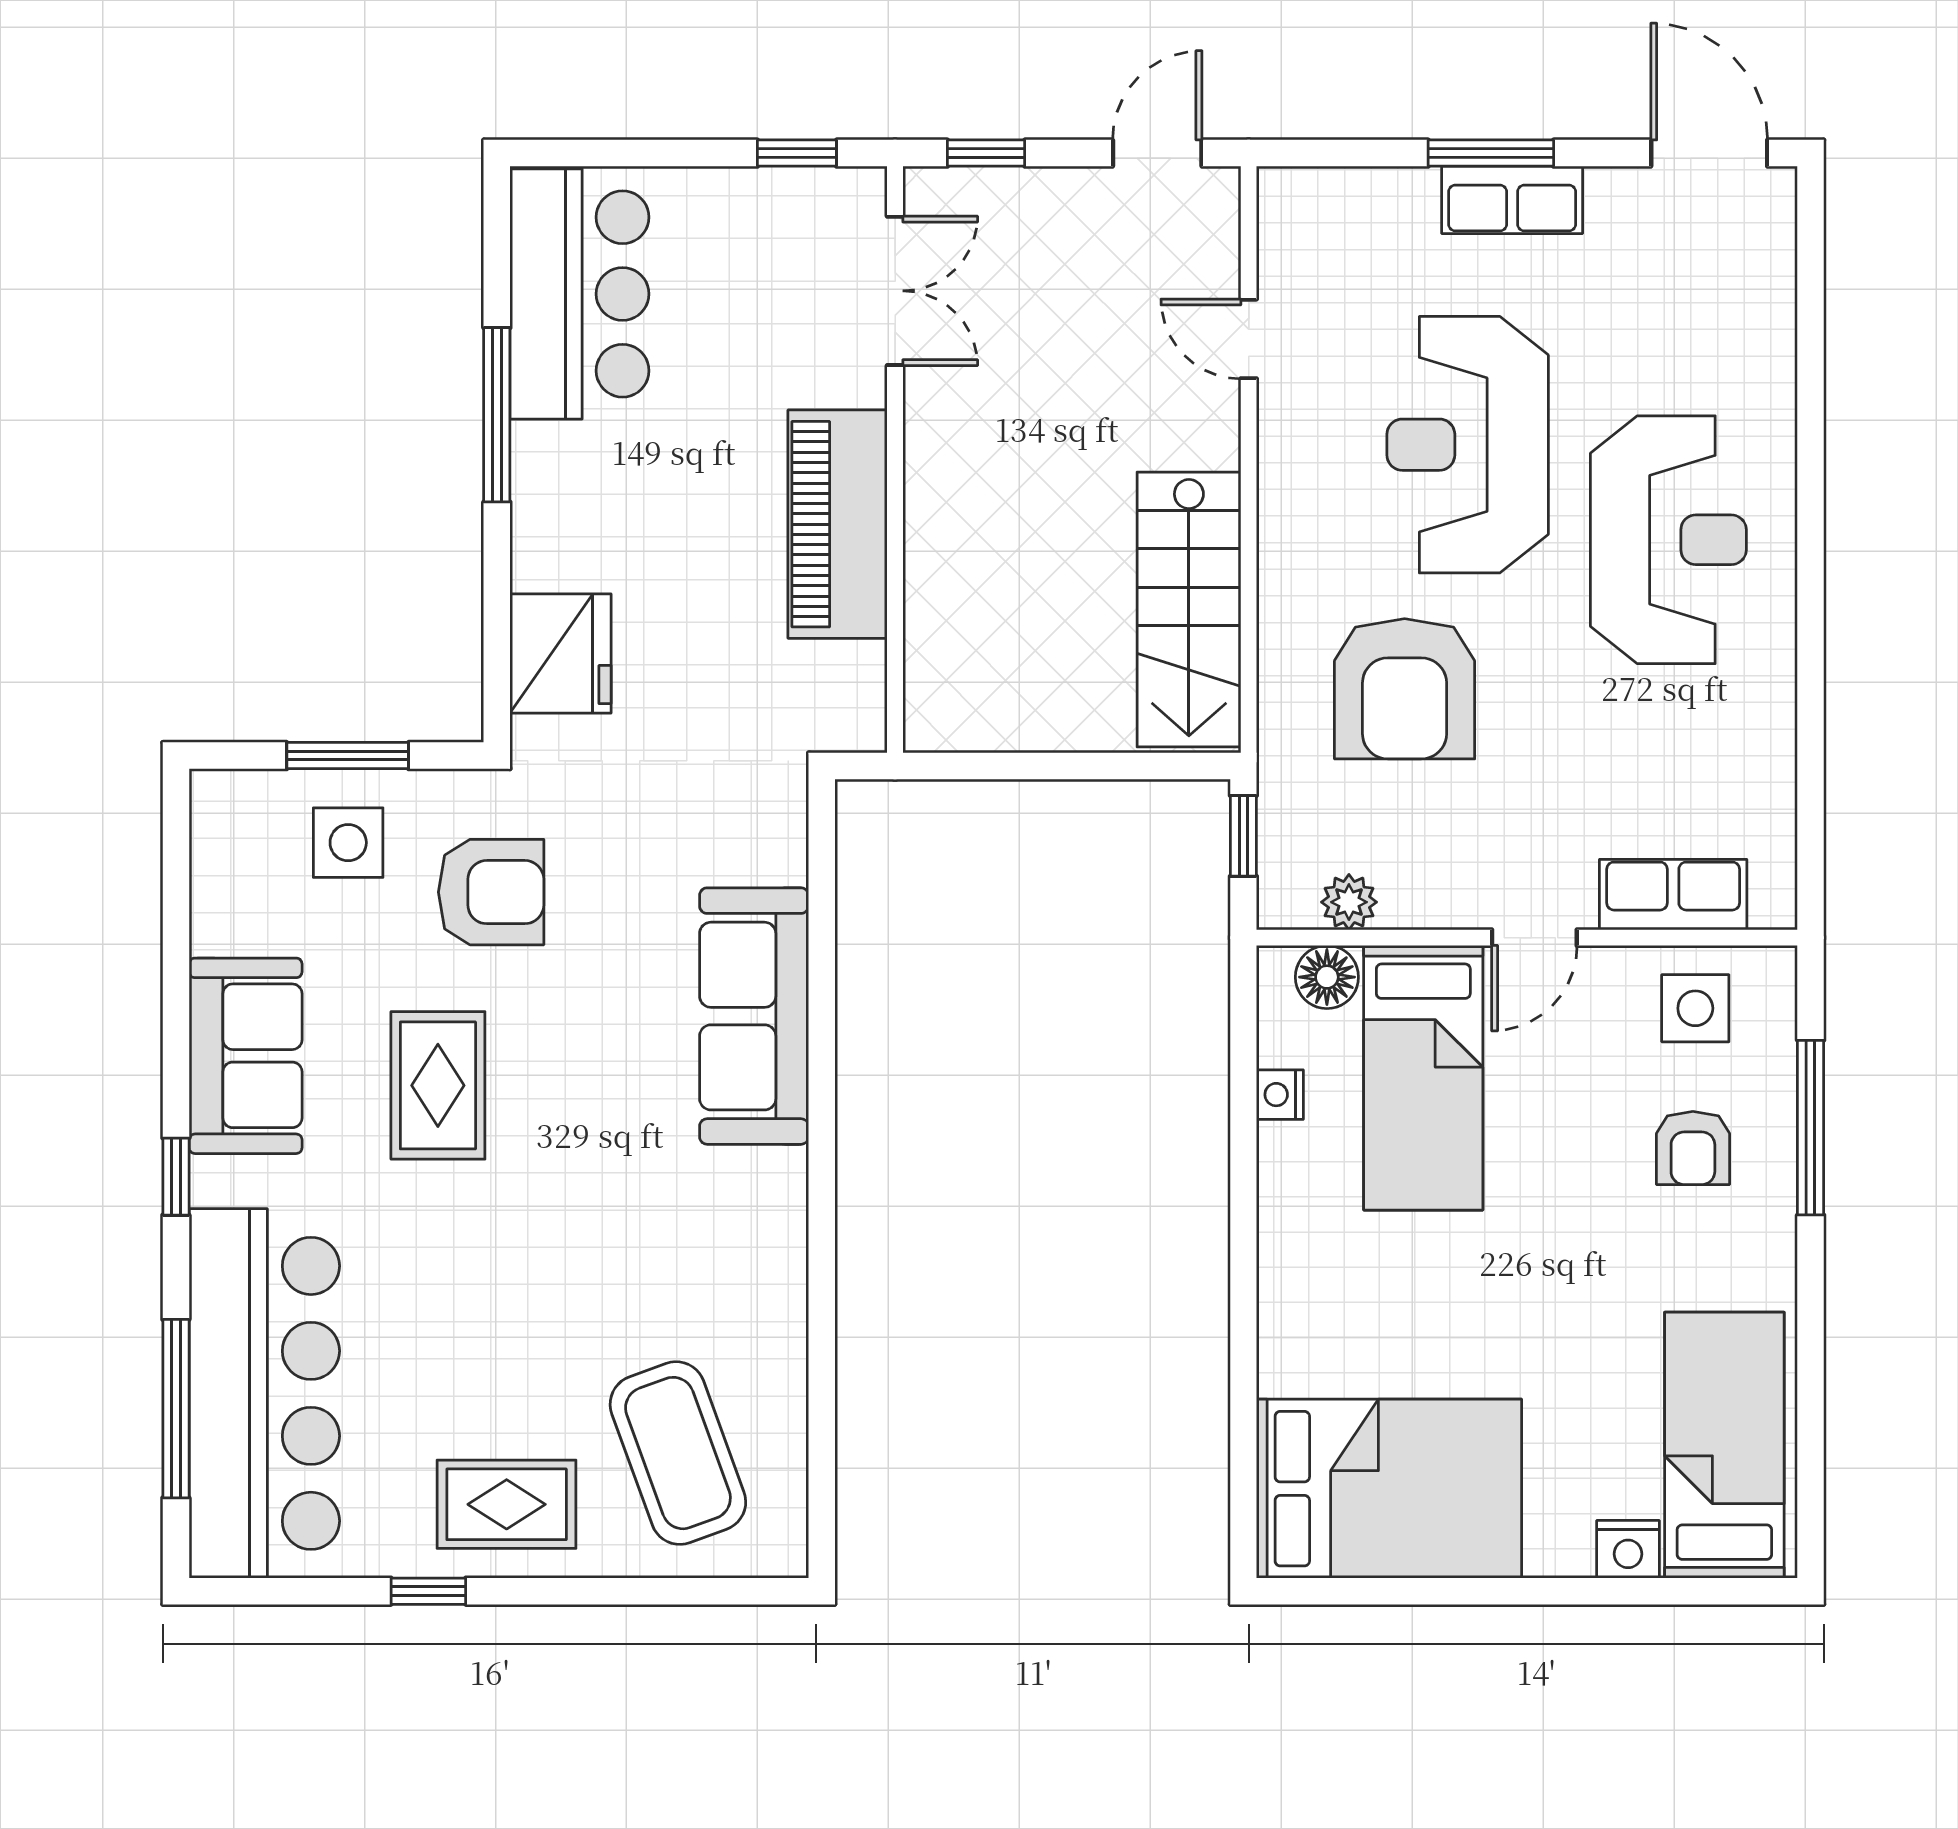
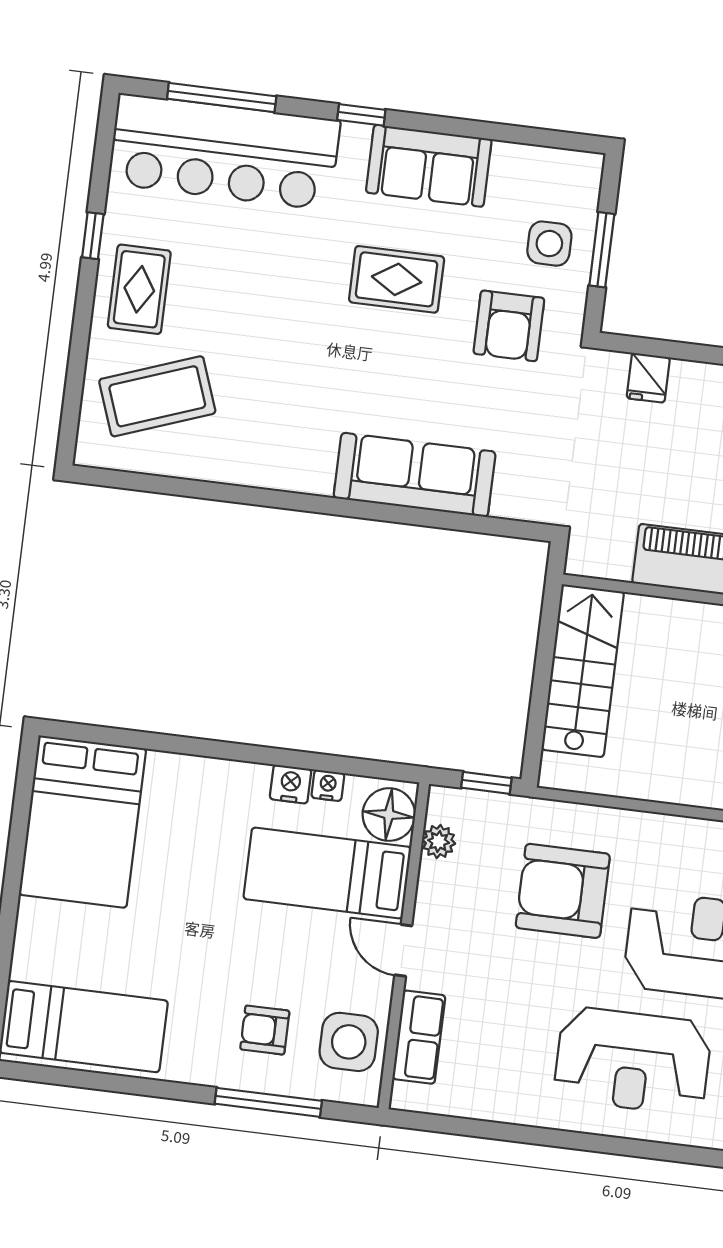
stairs: (1189, 609) -> (583, 671), moved, turned 90
fridge: (561, 653) -> (648, 378), width x0.53, depth x0.75
floor lamp: (1327, 977) -> (389, 815), width x1.38, depth x1.38
side table: (1695, 1008) -> (349, 1042), width x1.37, depth x1.37
nightstand: (1628, 1549) -> (291, 784), moved, turned 90

